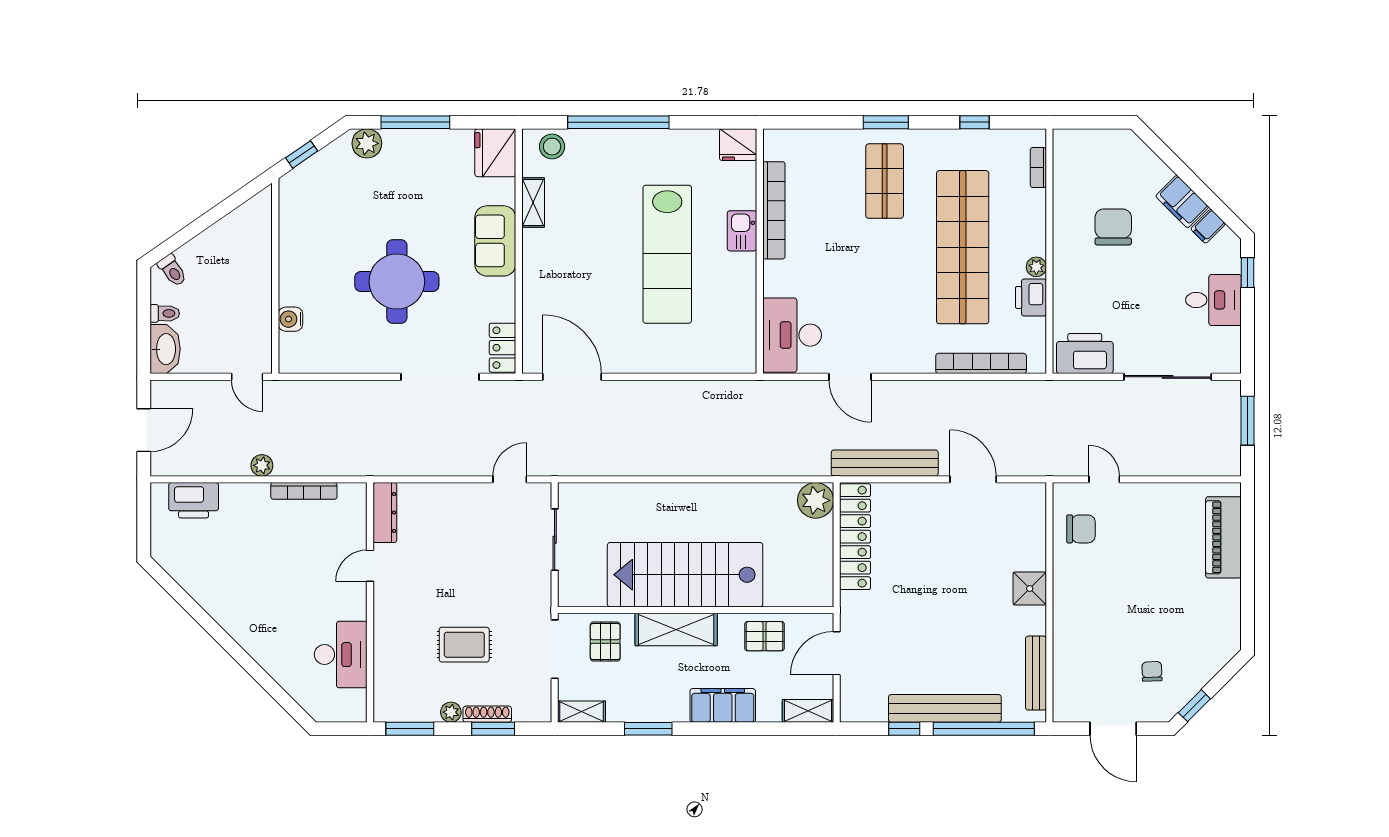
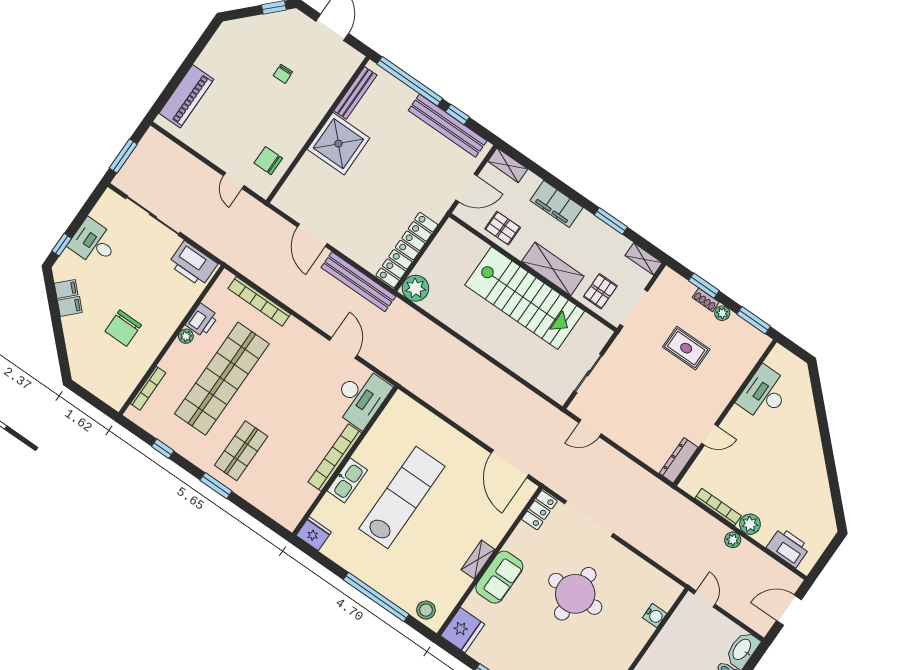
bookcase: (1038, 167) -> (148, 388), width x1.56
shelving: (533, 202) -> (478, 560), moved
filing cabinet: (1182, 202) -> (70, 306), width x0.50
bookcase: (774, 210) -> (335, 457), moved
kitchen sink: (742, 231) -> (347, 480), width x1.38
plant: (255, 496) -> (750, 524), added
shower: (1030, 589) -> (338, 144), width x1.86, depth x1.86
chair: (1152, 671) -> (283, 74), moved
bench: (945, 708) -> (448, 126), moved
shoe rack: (487, 714) -> (706, 300), width x0.70

